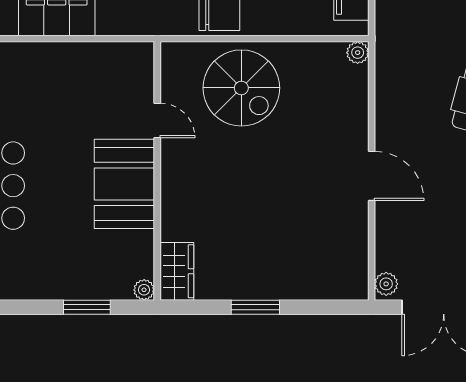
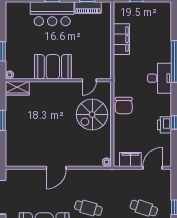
door: (157, 120) -> (89, 80), moved
plant: (386, 284) -> (12, 174), removed

